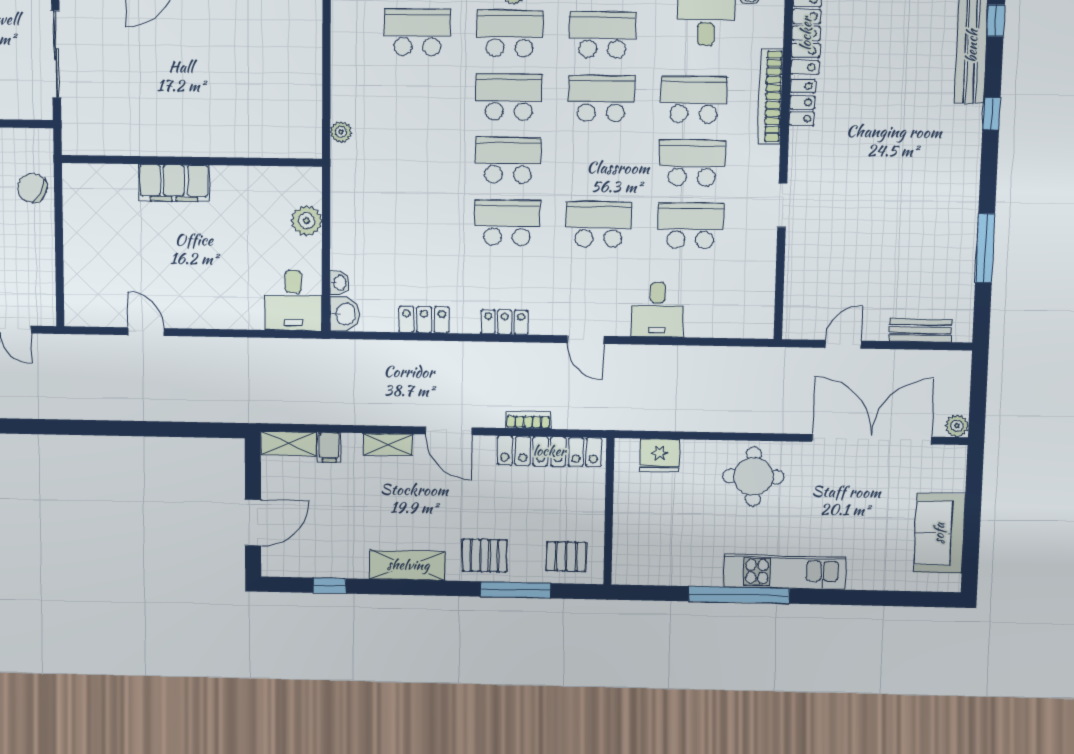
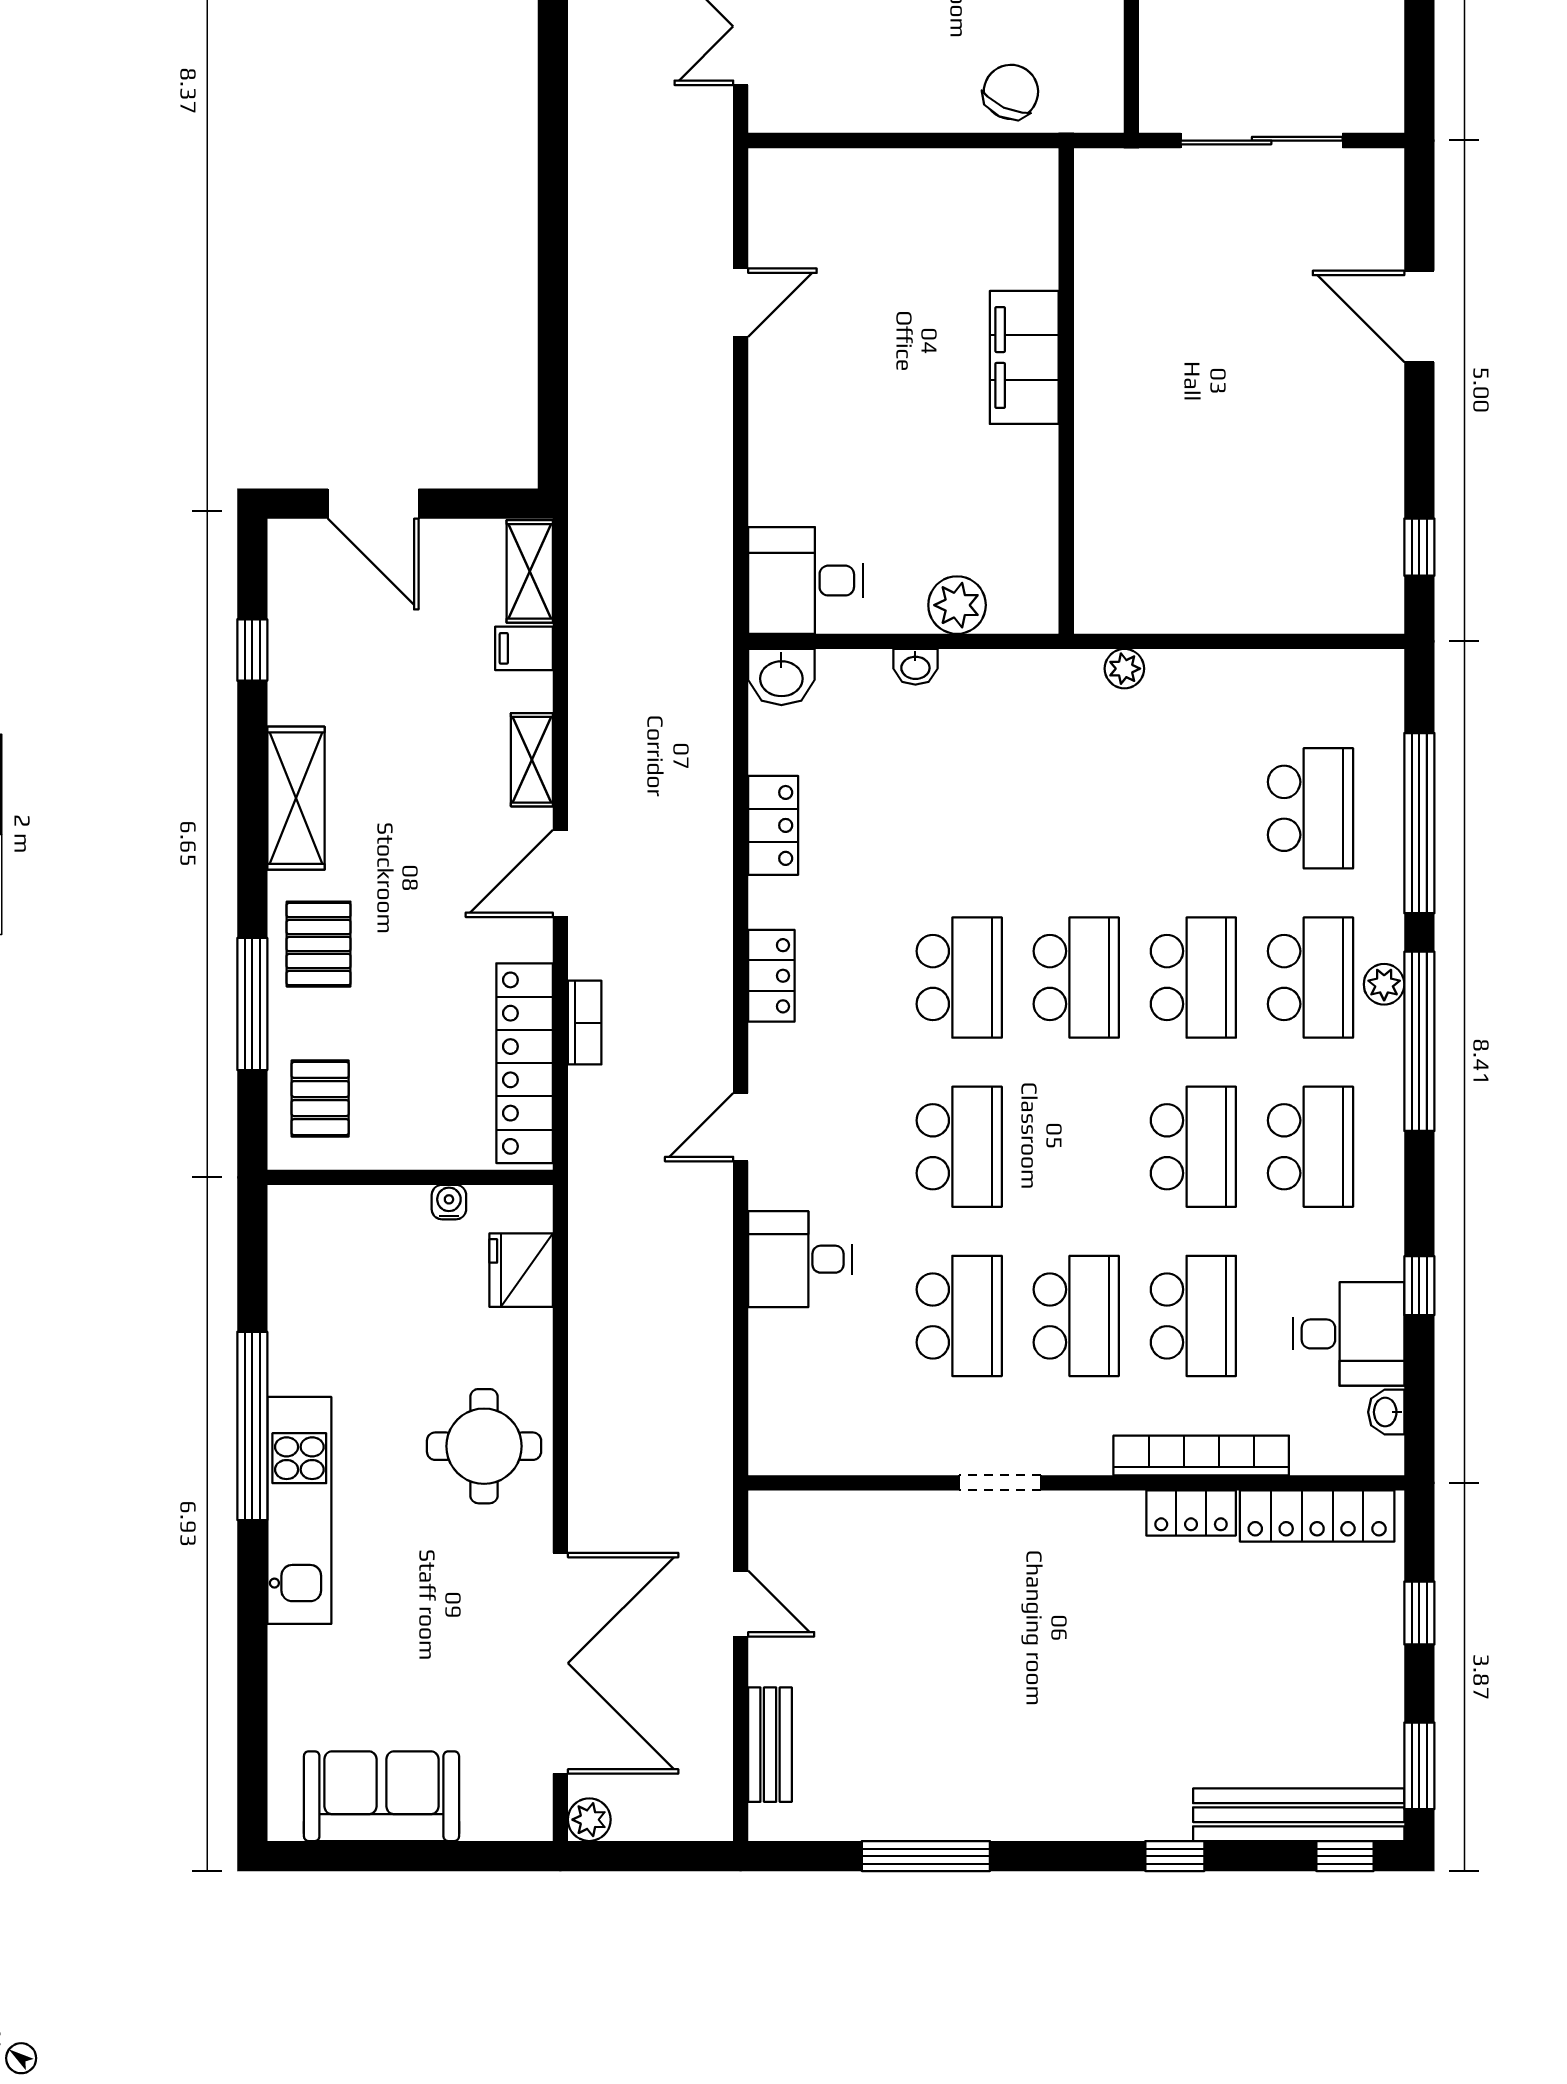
washbasin: (339, 283) -> (915, 667), moved
water cooler: (623, 492) -> (449, 1202), added

